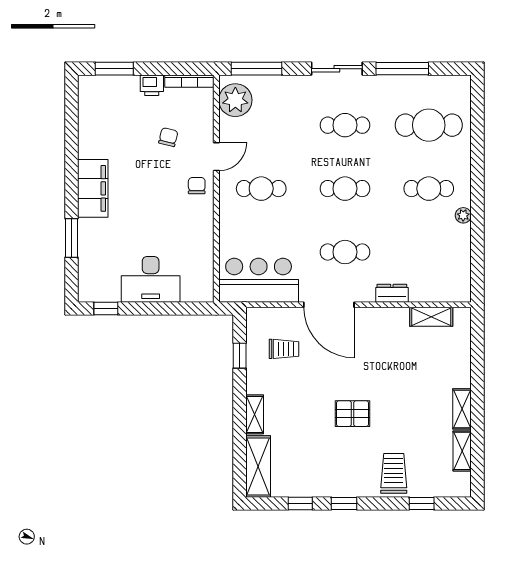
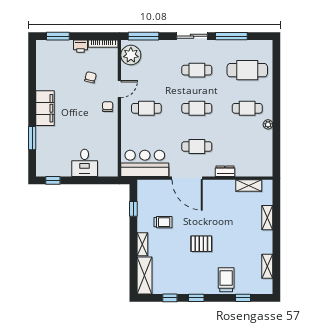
desk: (151, 279) -> (85, 163), width x0.73
trolley: (284, 349) -> (163, 222), moved
shelving: (462, 409) -> (267, 218), moved

